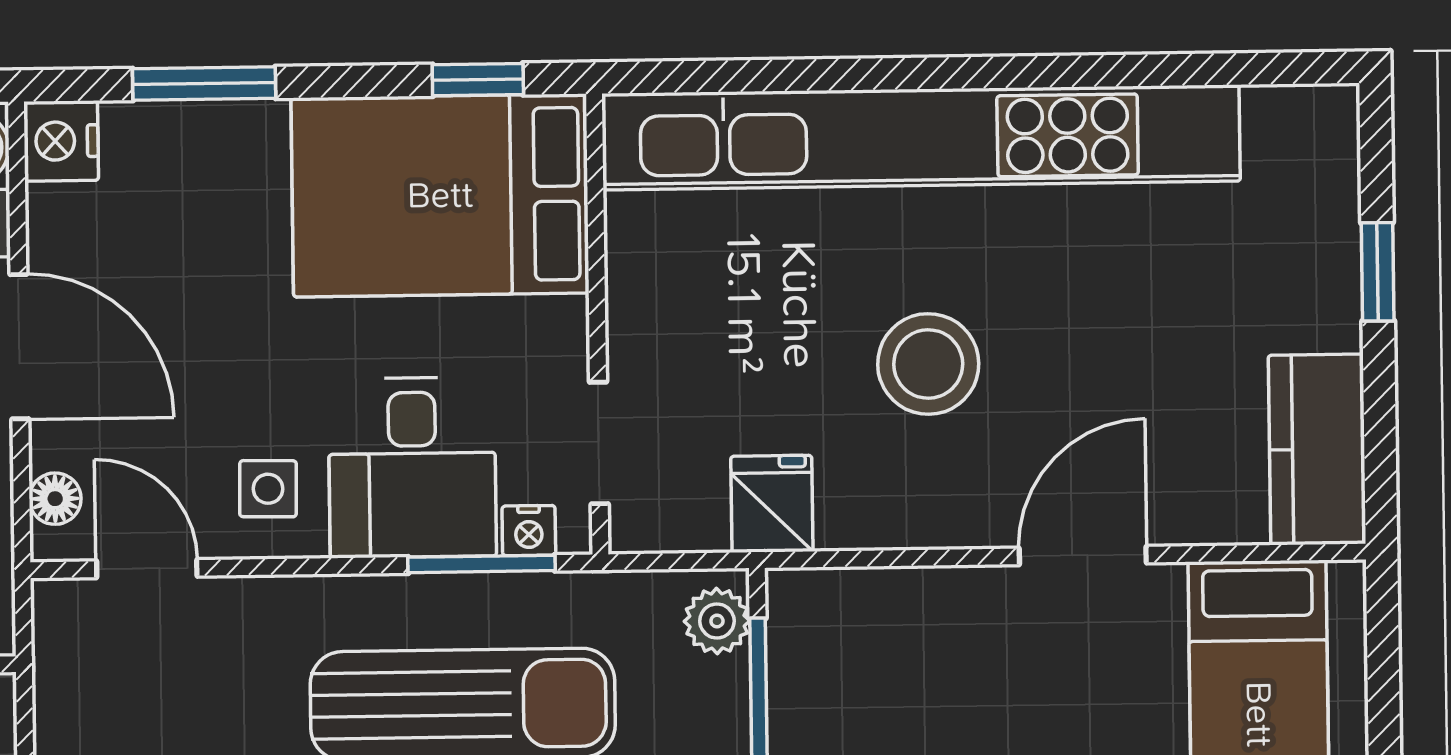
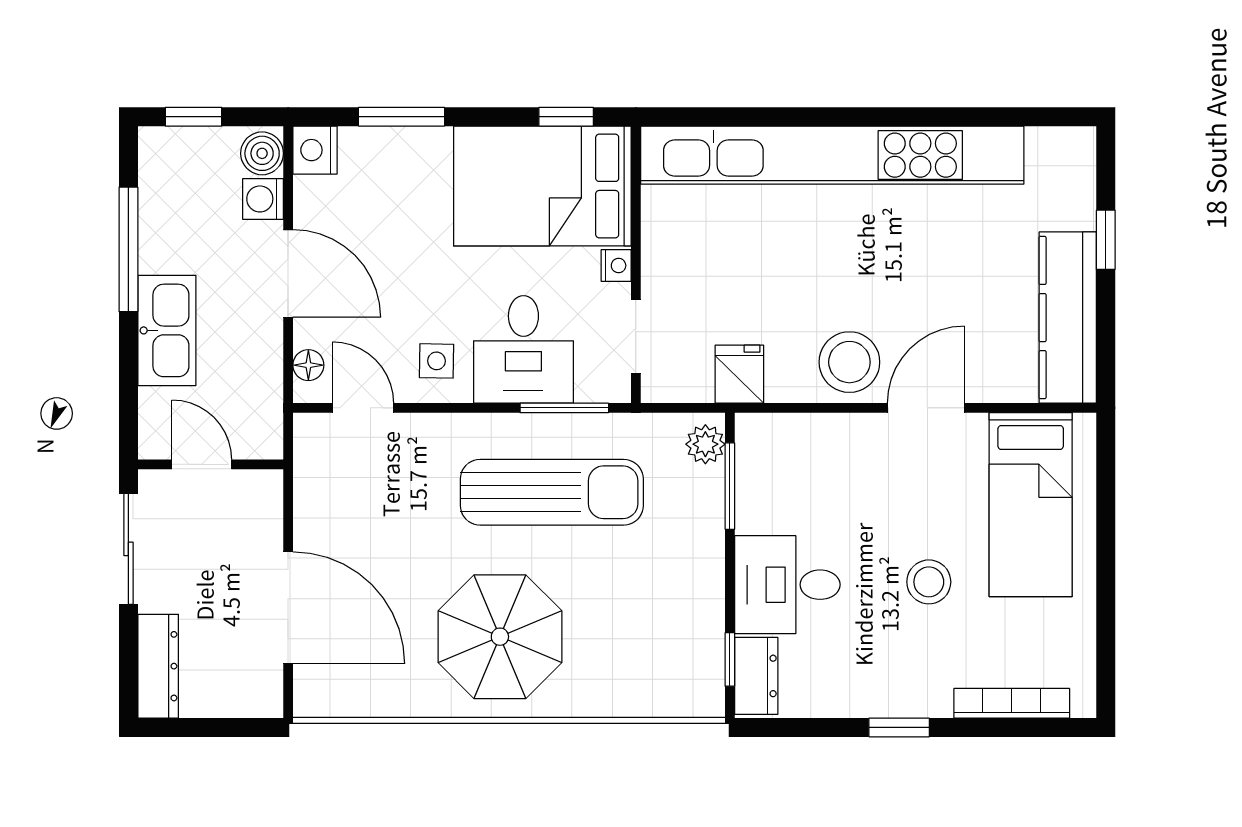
stool: (928, 364) -> (849, 362), moved
kitchen counter: (1317, 449) -> (1068, 318), width x1.50
nightstand: (529, 531) -> (616, 266), moved, turned -90

